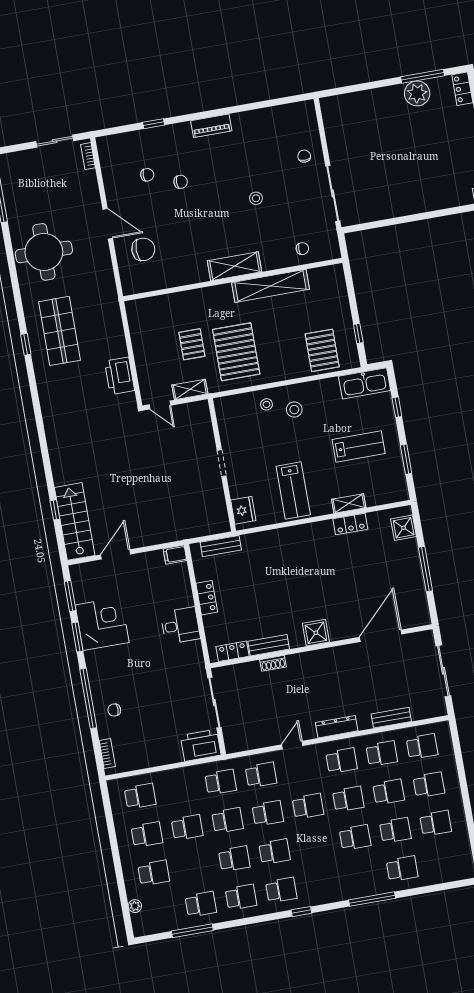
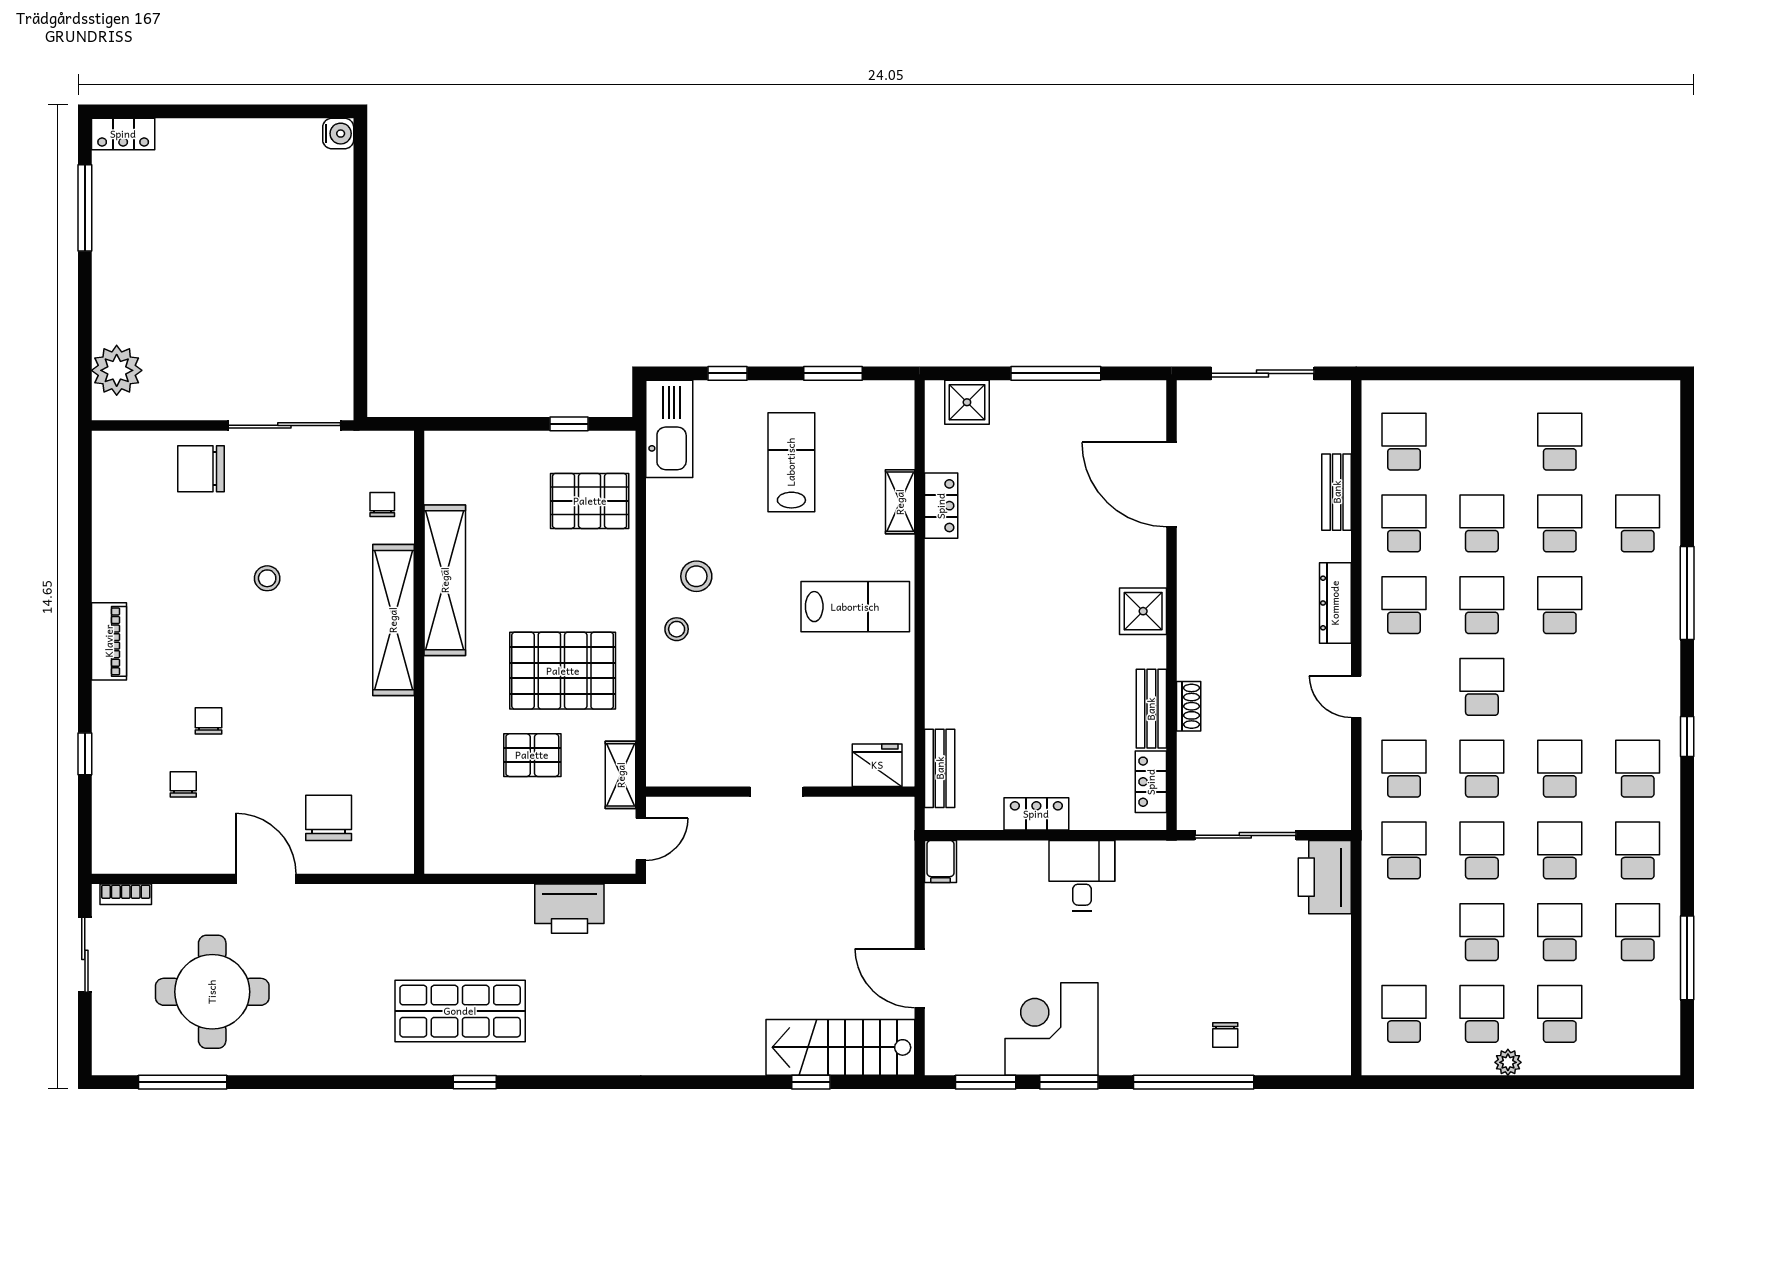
plant: (417, 93) -> (117, 370), moved
chair: (304, 156) -> (201, 469), width x1.87, depth x1.87
door: (108, 224) -> (266, 879), hinge flipped
round table: (44, 252) -> (212, 992), moved
shelving: (235, 266) -> (393, 620), width x1.47
doorway: (222, 463) -> (777, 792), moved
wall: (222, 465) -> (780, 792), moved
fridge: (243, 510) -> (877, 765), moved
bookcase: (107, 754) -> (1309, 1064), removed
school desk: (429, 785) -> (1560, 932), moved
plant: (135, 906) -> (1508, 1062), moved

